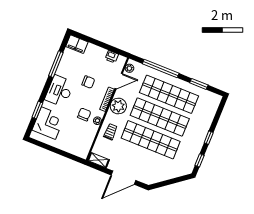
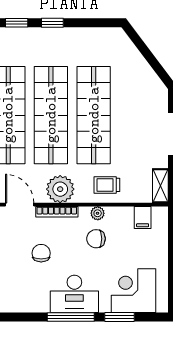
window: (56, 64) -> (71, 317), moved
filing cabinet: (85, 144) -> (143, 218), added
window: (200, 160) -> (17, 23), moved

